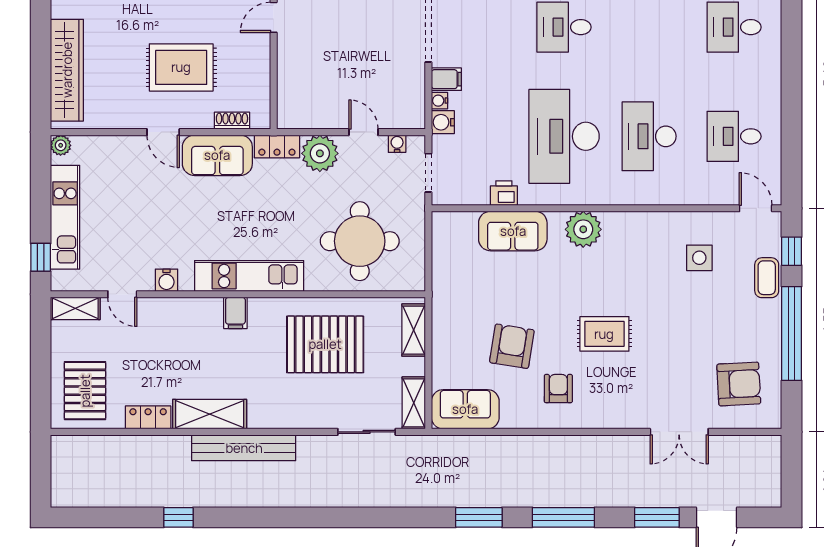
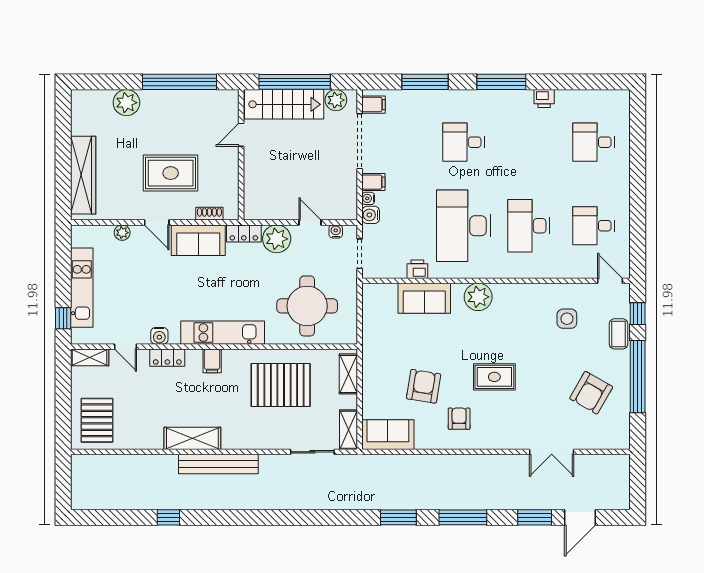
plant: (61, 145) -> (122, 233), moved
armchair: (739, 384) -> (591, 393), moved, turned 123
locker: (148, 417) -> (167, 358), moved, turned 180

